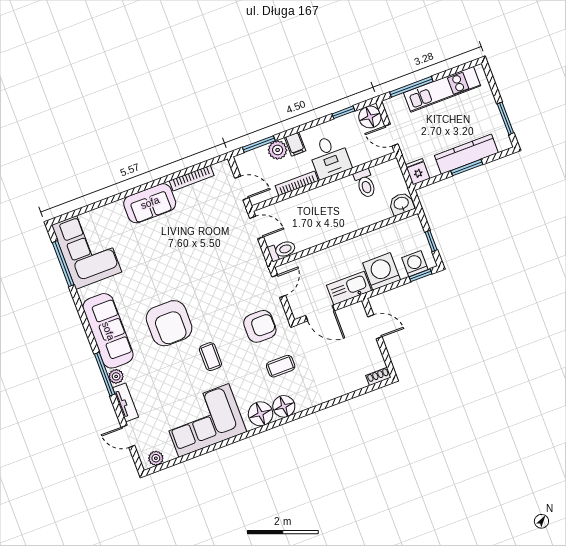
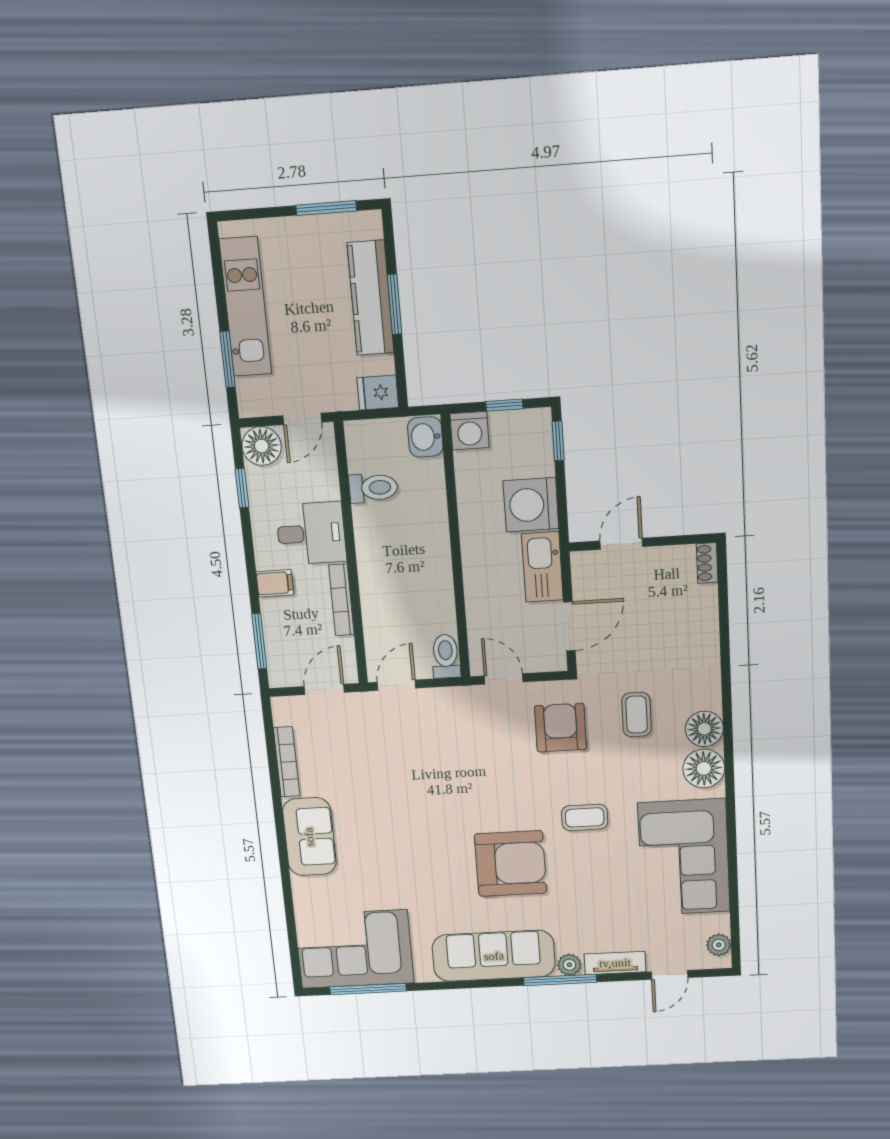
window: (411, 87) -> (228, 359), width x0.69
plant: (278, 150) -> (277, 614), removed
washing machine: (415, 264) -> (470, 431), moved, turned -90

